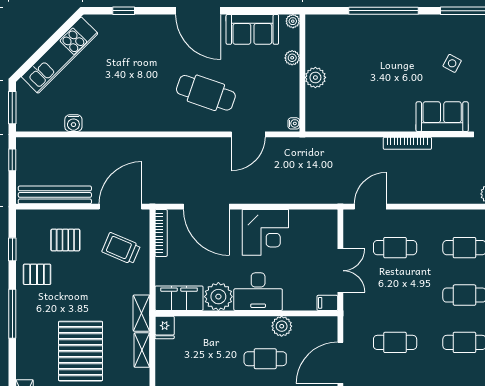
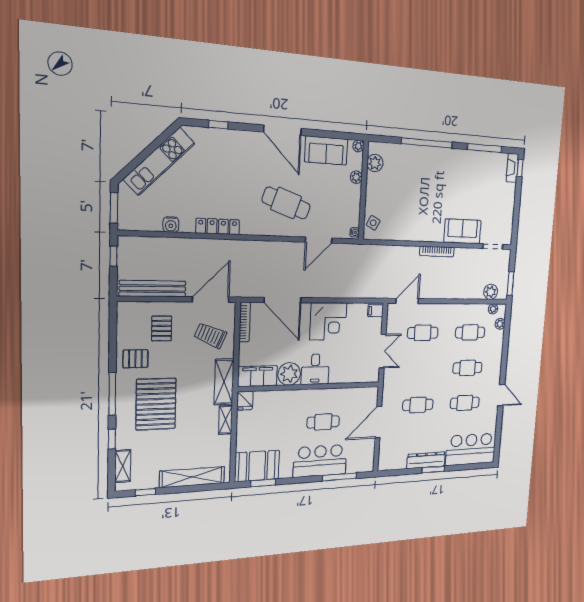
side table: (452, 63) -> (373, 223), moved
plant: (315, 77) -> (375, 163), moved
locker: (126, 123) -> (218, 226), added
pallet: (65, 240) -> (162, 328), turned 90
window: (12, 249) -> (112, 439), moved
desk: (258, 292) -> (315, 369), width x0.73
filing cabinet: (327, 303) -> (375, 311), moved
shelving: (141, 313) -> (224, 382), width x1.50, depth x1.33
plant: (282, 326) -> (337, 396), removed
pallet: (81, 351) -> (156, 404), moved

